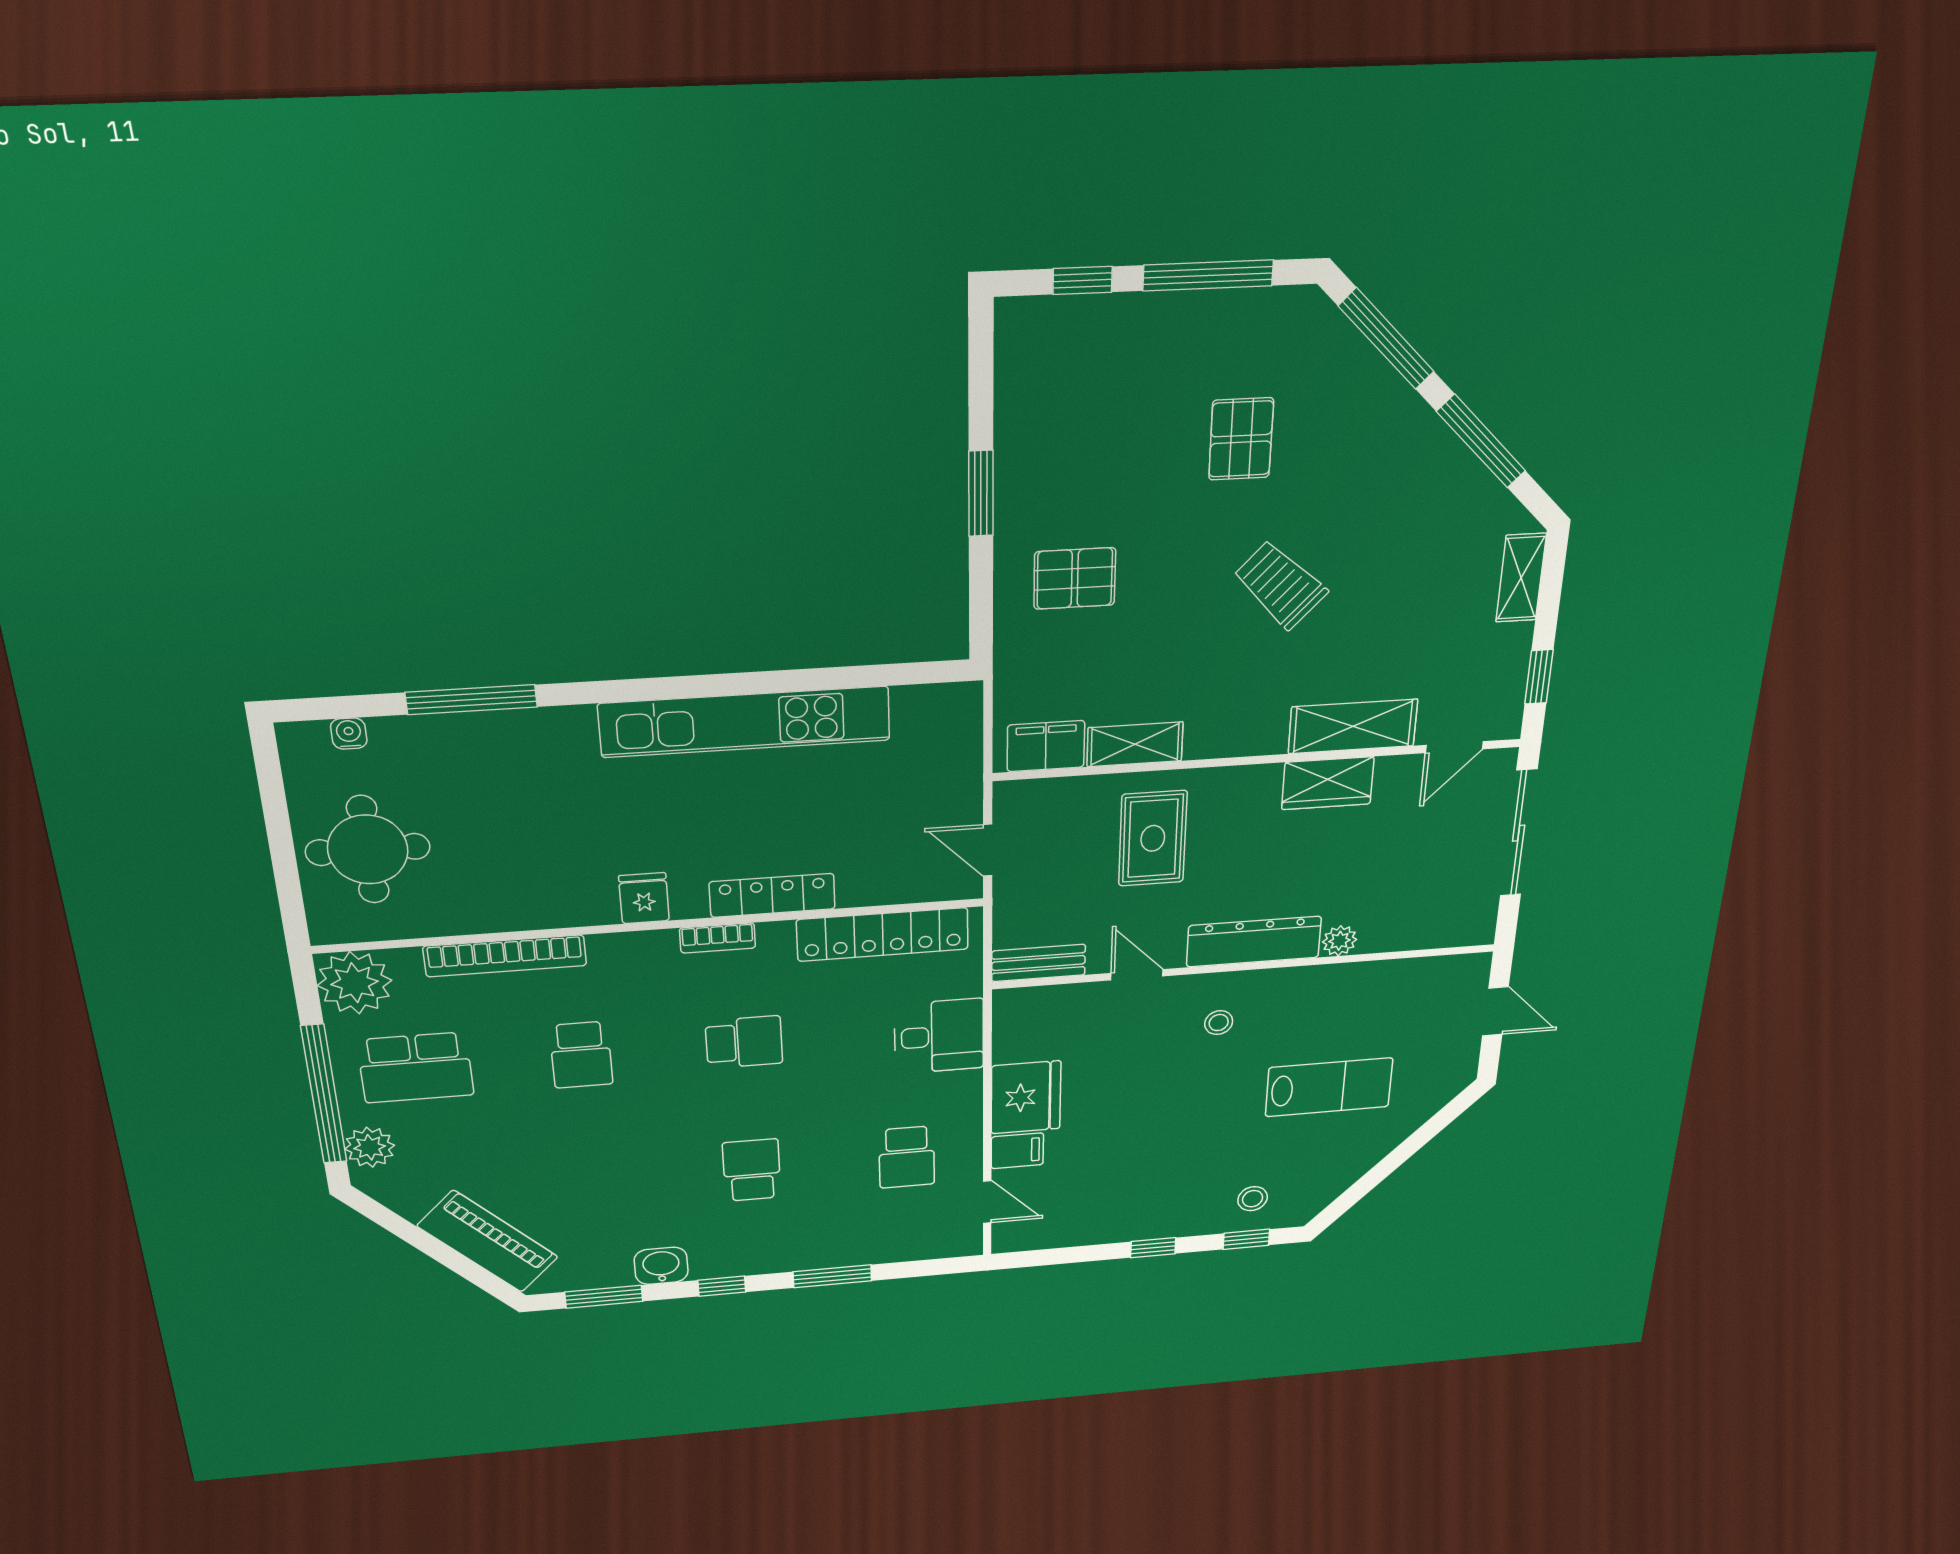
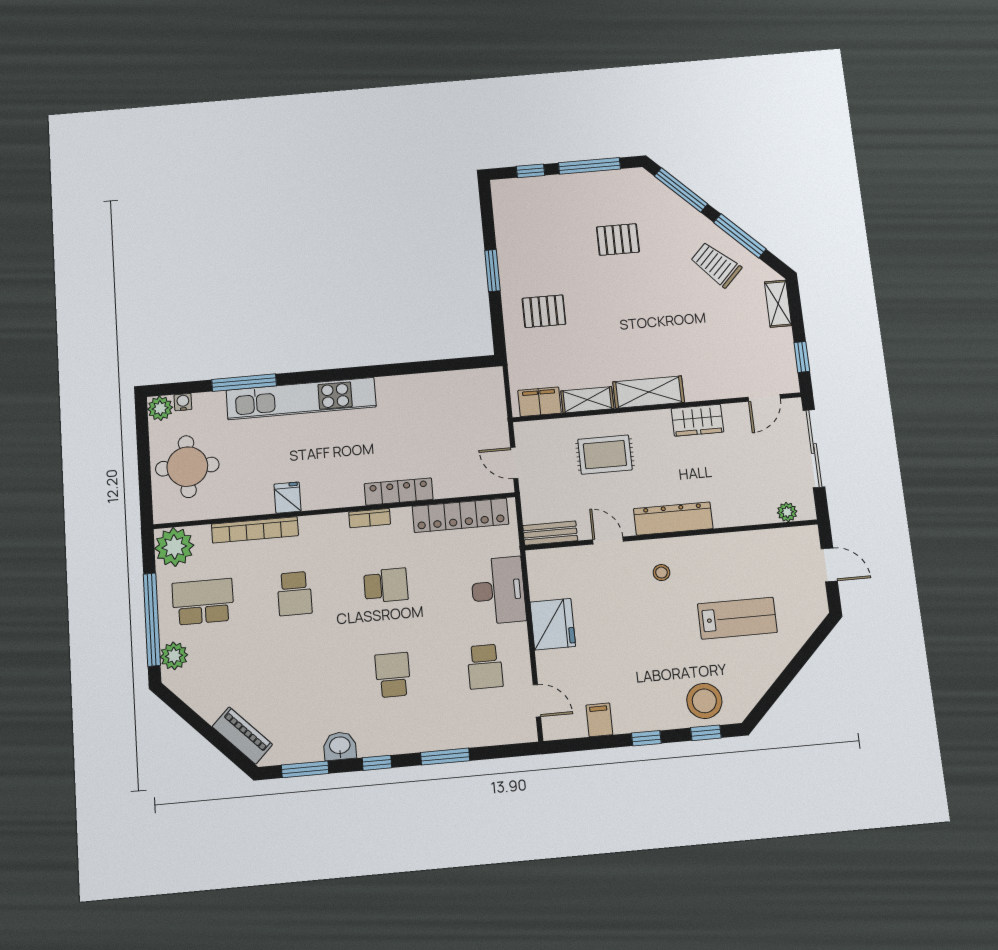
pallet: (1241, 439) -> (618, 239), turned 90
trolley: (1280, 585) -> (716, 265), moved
kitchen unit: (745, 722) -> (301, 399), moved
shelving: (1353, 726) -> (649, 392), moved
plant: (303, 744) -> (160, 408), added
rug: (1153, 838) -> (605, 455), turned 90
fridge: (644, 898) -> (288, 498), moved
plant: (1340, 941) -> (787, 512), moved
desk: (939, 1036) -> (498, 590), width x1.37
school desk: (415, 1068) -> (203, 602), turned 180
filing cabinet: (1017, 1151) -> (599, 720), moved, turned -90
stool: (1253, 1199) -> (704, 701), width x1.89, depth x1.89
piano: (488, 1242) -> (242, 736), width x0.73, depth x0.75

